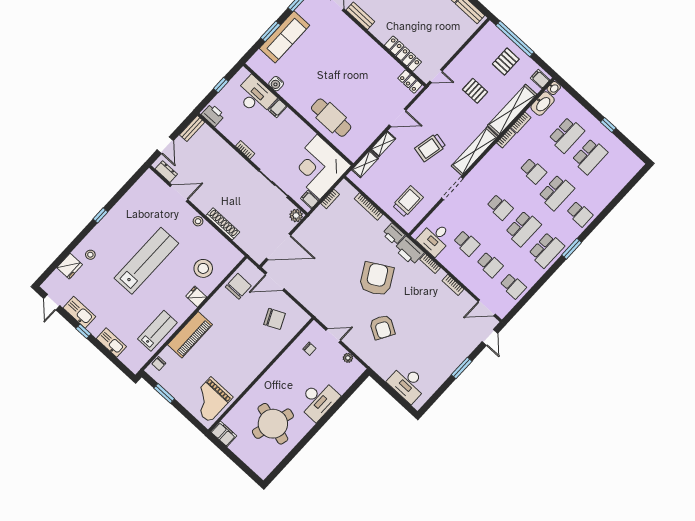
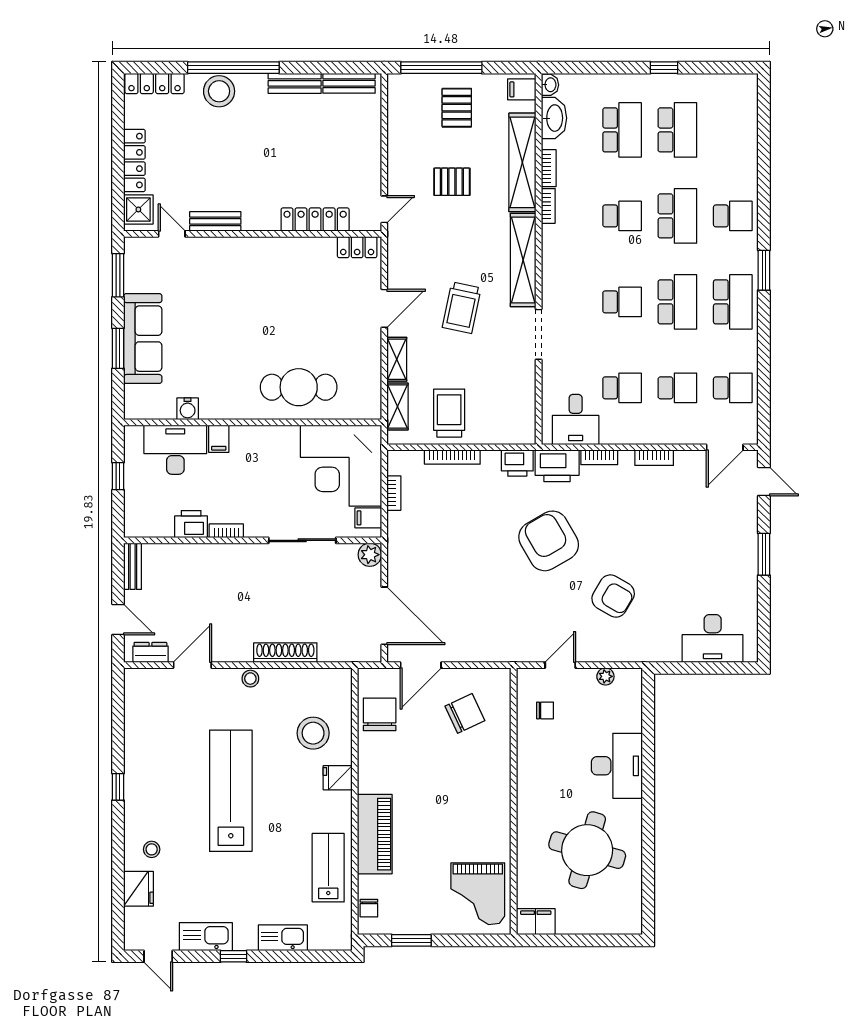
printer: (213, 115) -> (191, 524), moved
trolley: (408, 201) -> (449, 413), moved
door: (279, 247) -> (384, 616), hinge flipped

